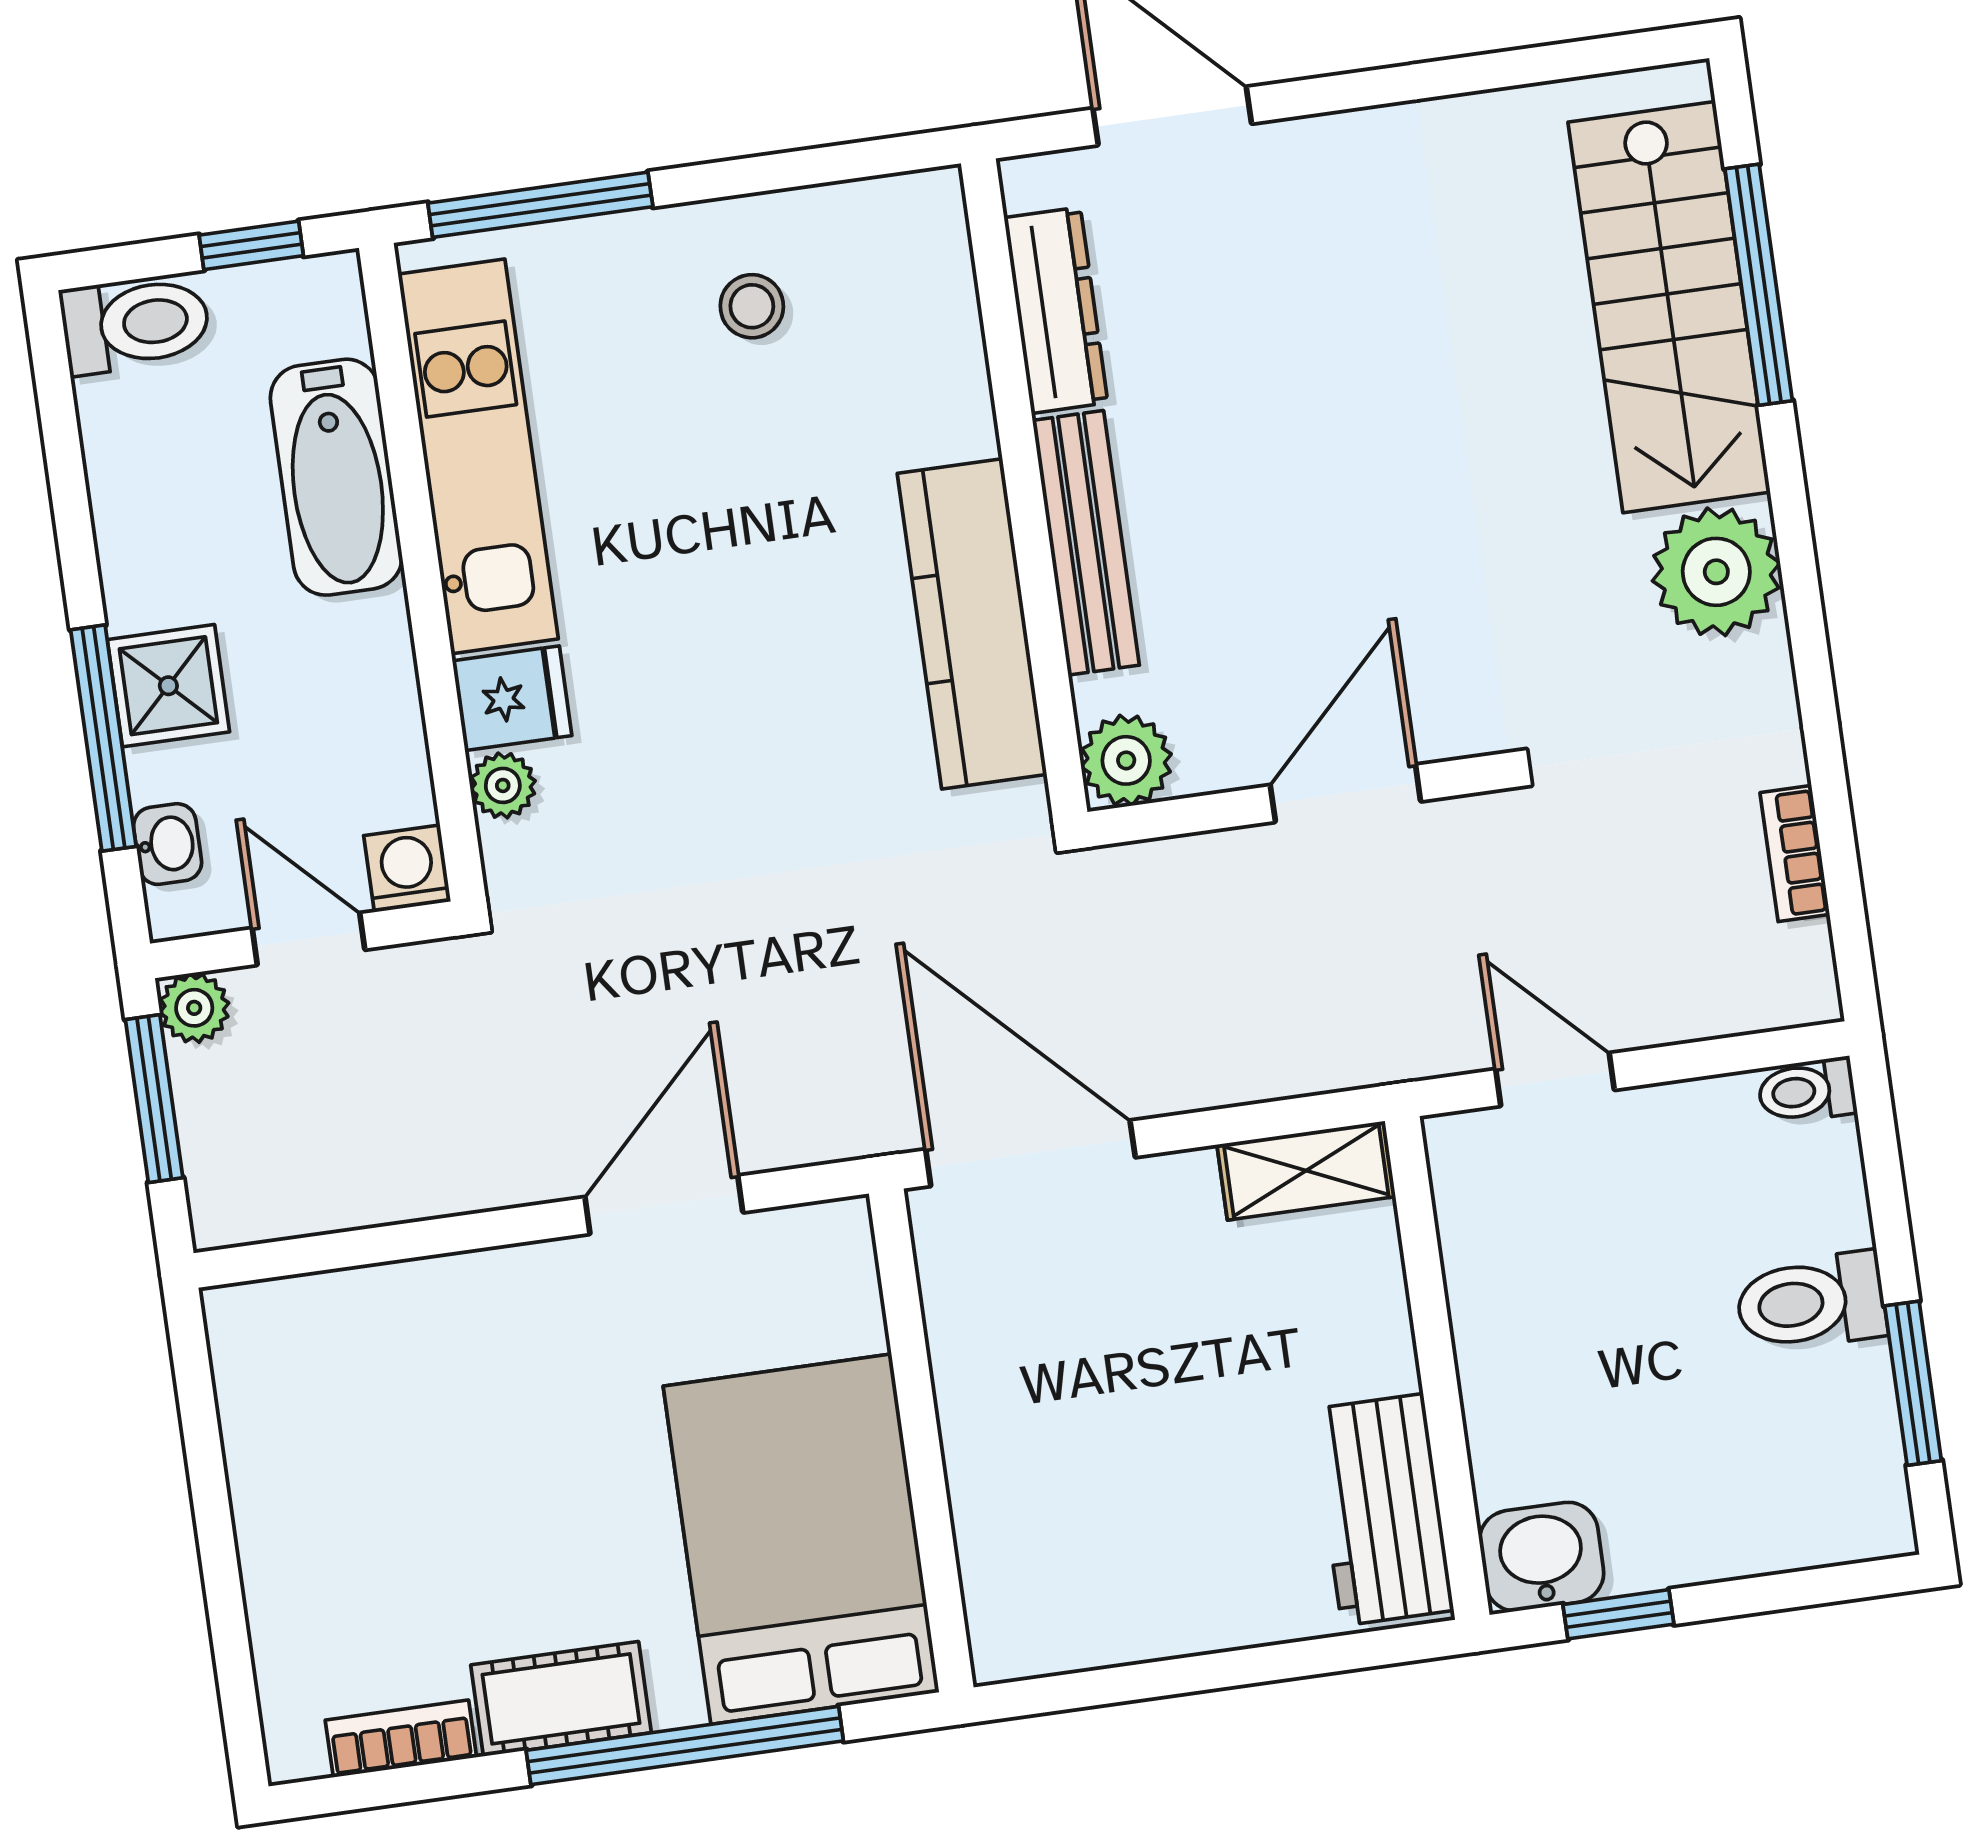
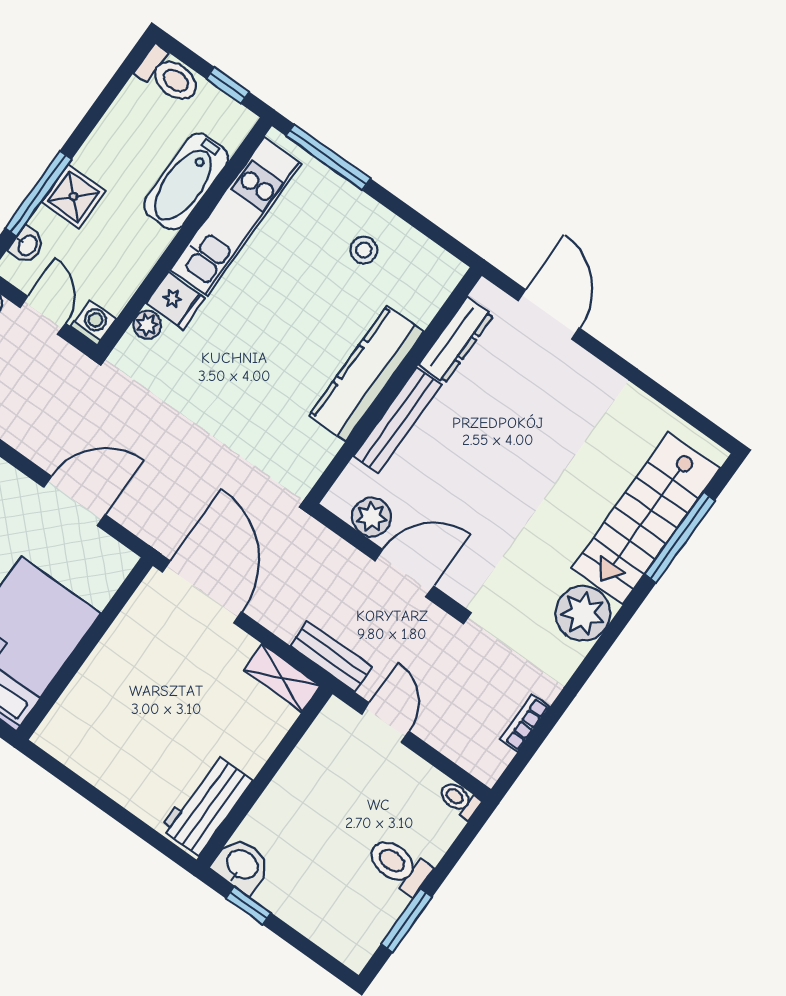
kitchen counter: (972, 624) -> (366, 373), moved
plant: (1126, 760) -> (372, 517), moved
bench: (1355, 1054) -> (331, 656), added

